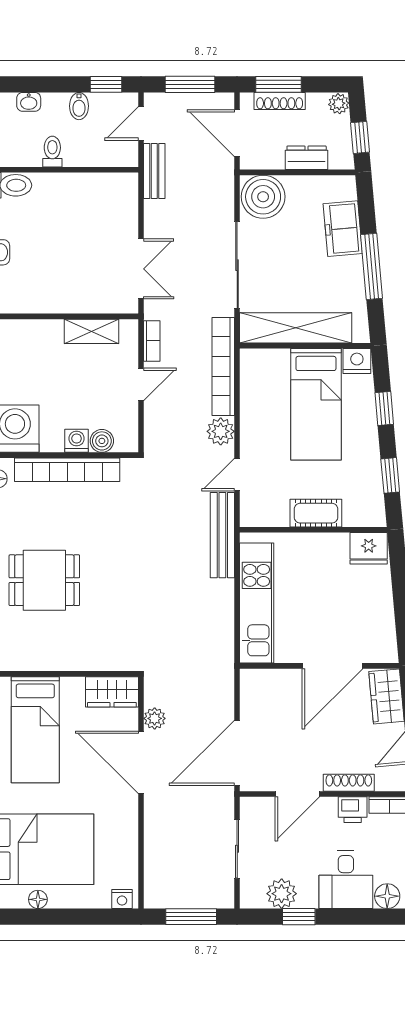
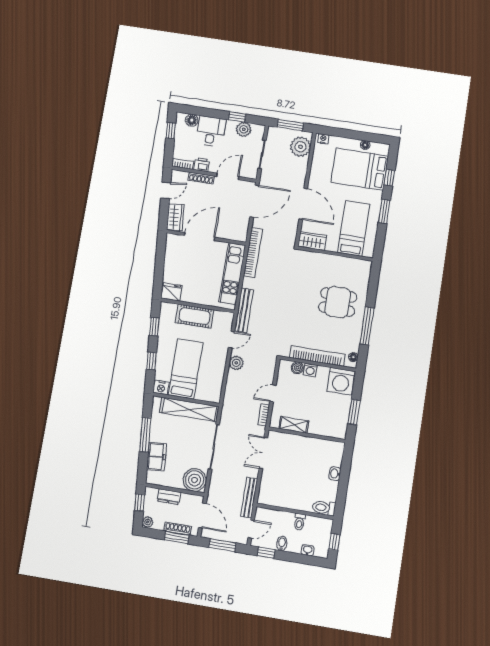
bench: (154, 171) -> (249, 498), width x1.36
bookcase: (223, 366) -> (253, 253), moved
cot: (316, 513) -> (195, 316), width x1.37, depth x1.34
plant: (155, 718) -> (301, 147), moved, width x1.88, depth x1.88

